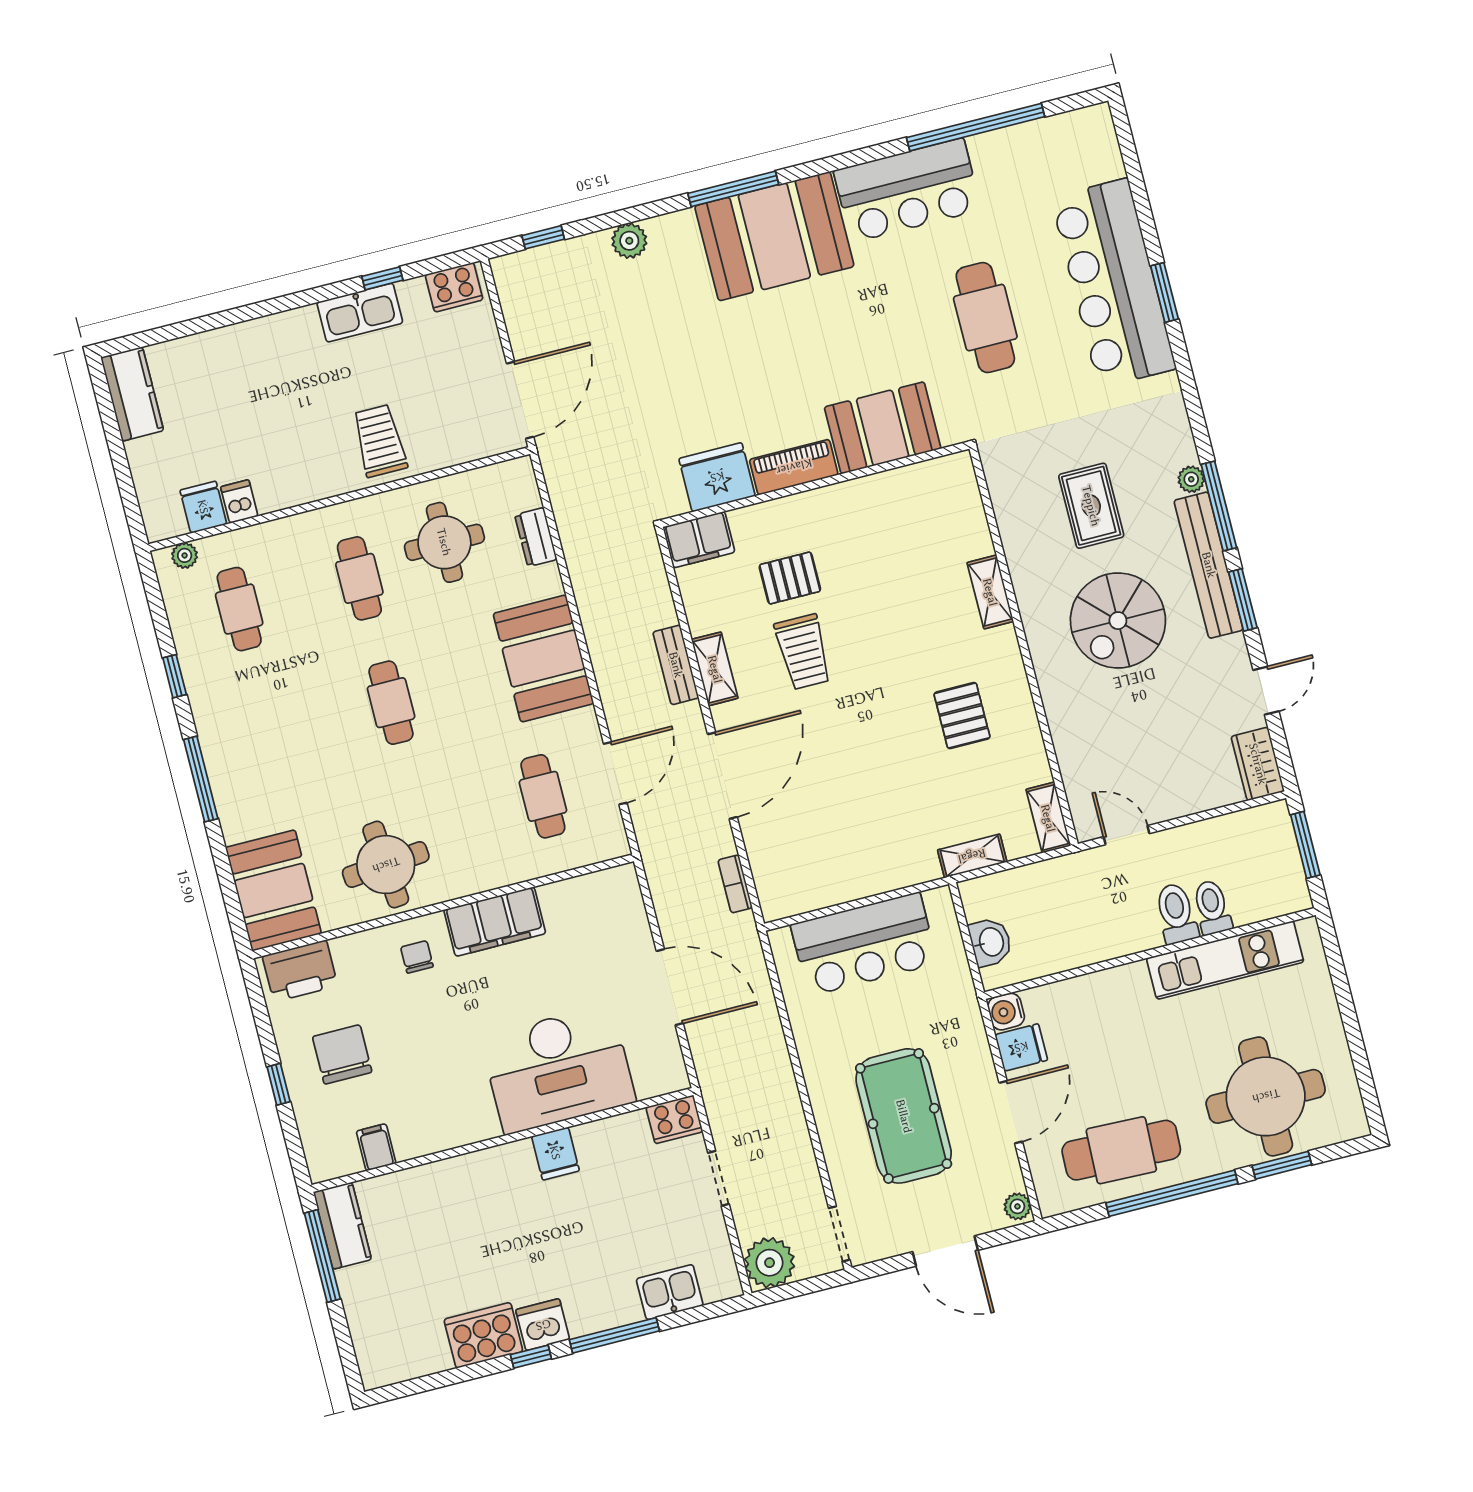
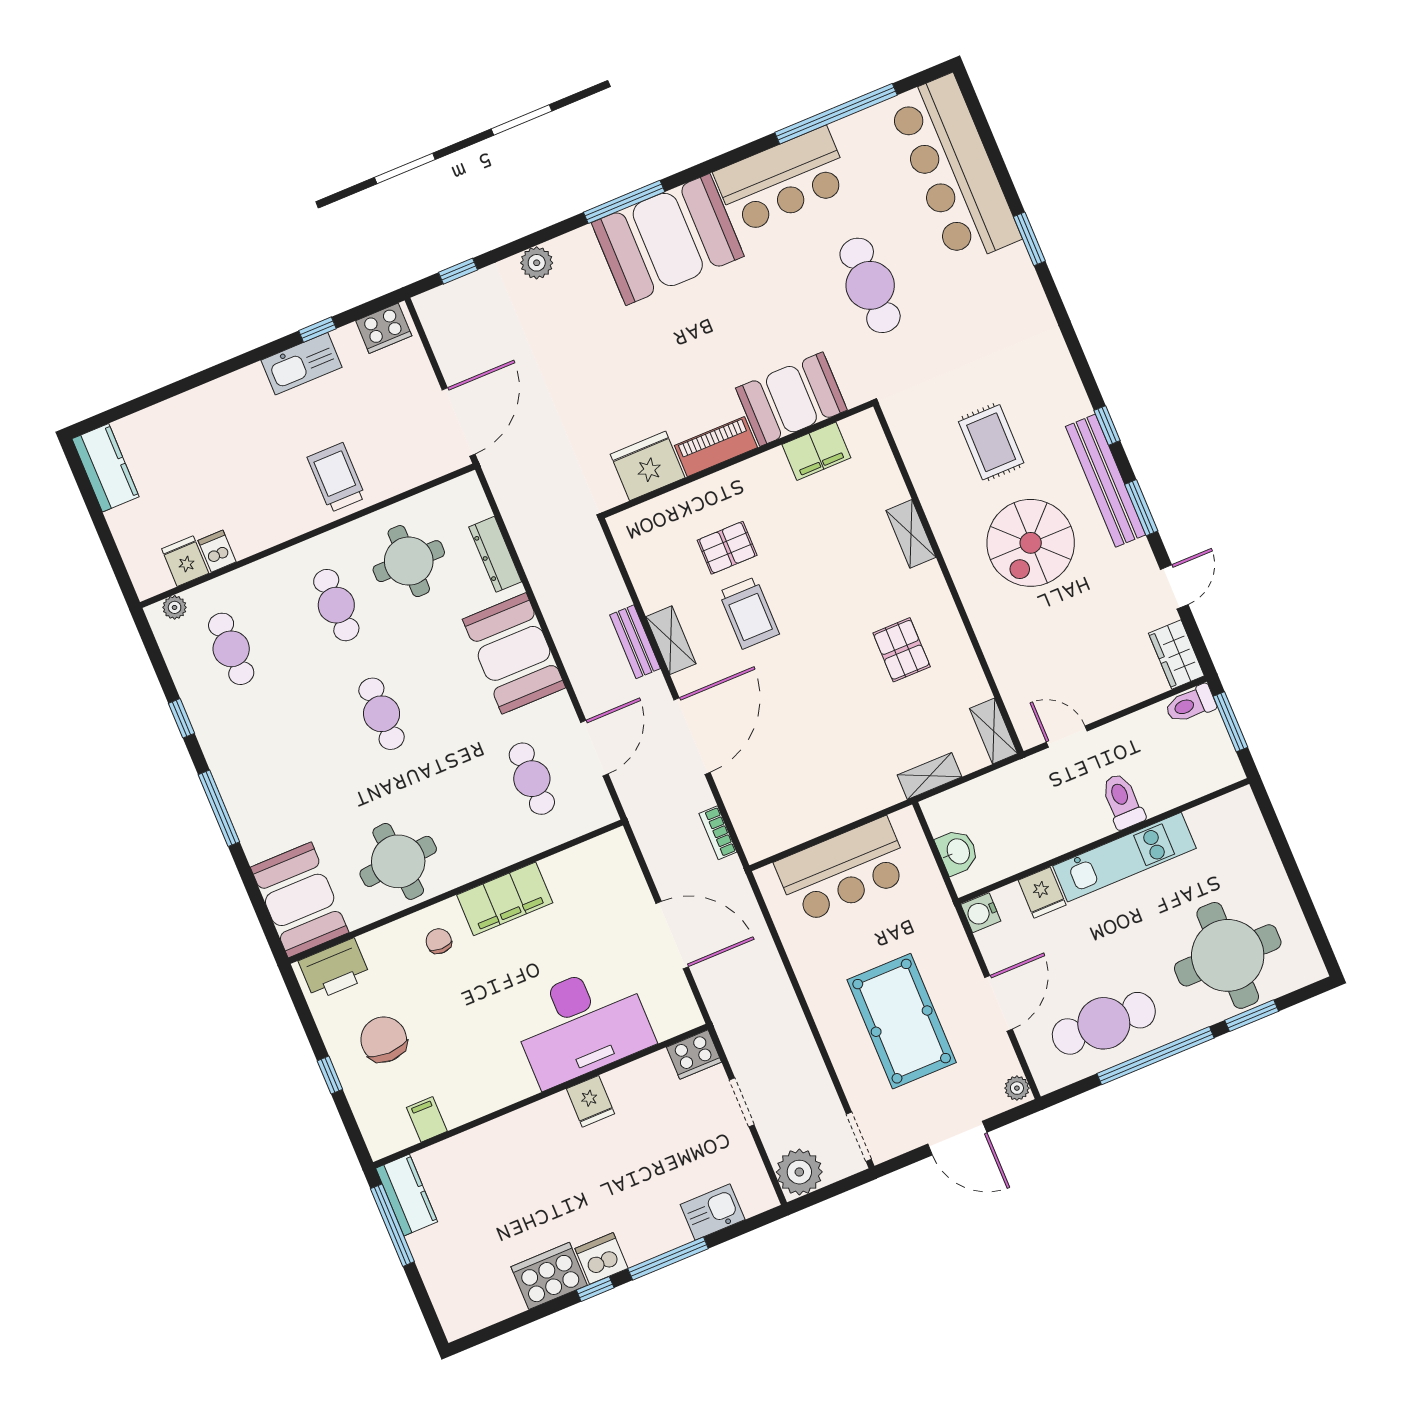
bar counter: (1113, 283) -> (954, 170), moved
plant: (1191, 479) -> (1078, 405), removed
window: (1219, 506) -> (1107, 425), width x0.46
dresser: (536, 537) -> (495, 554), width x1.44
filing cabinet: (699, 540) -> (816, 451), moved
toilet: (1212, 907) -> (1190, 704), moved, turned -90
kitchen unit: (1225, 960) -> (1124, 857), moved
fridge: (1021, 1047) -> (1042, 893), moved, turned 90

